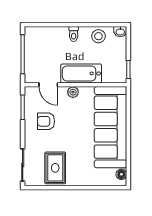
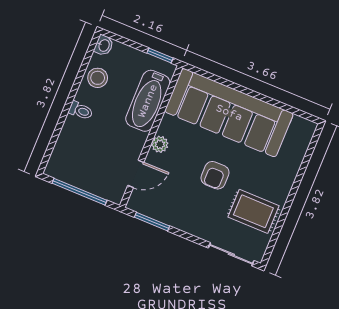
bathtub: (81, 73) -> (148, 101), moved
armchair: (46, 121) -> (215, 175), moved
floor lamp: (121, 174) -> (300, 124), removed

